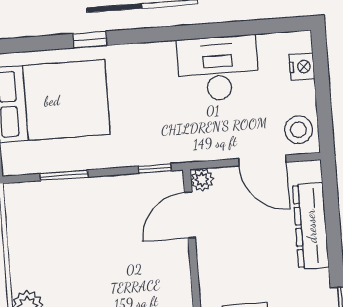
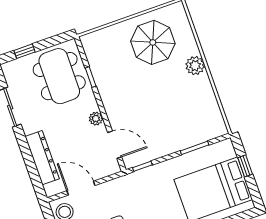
plant: (202, 180) -> (96, 119), moved
door: (190, 215) -> (115, 145), hinge flipped

